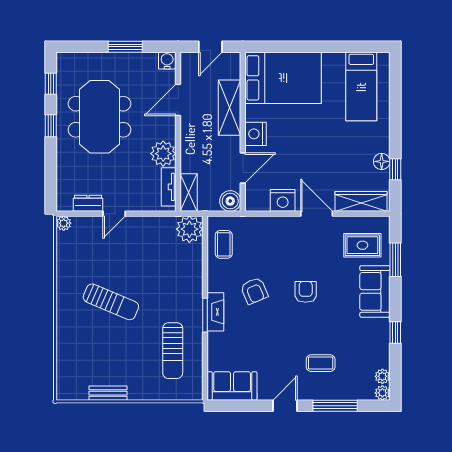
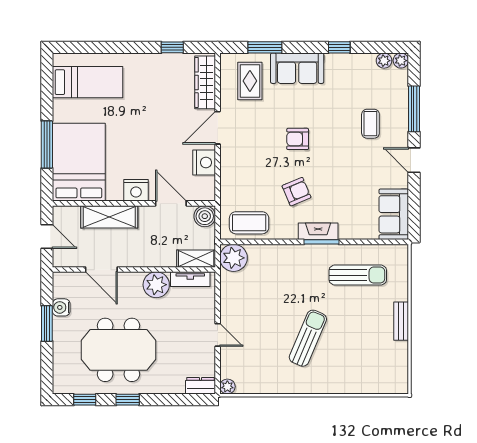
window: (300, 47) -> (47, 145), added
water cooler: (167, 61) -> (61, 307), moved
floor lamp: (382, 161) -> (164, 61), removed
dresser: (88, 203) -> (200, 386), moved, turned 90
coffee table: (224, 244) -> (249, 223), width x1.36, depth x1.30
bench: (108, 393) -> (401, 321), moved

